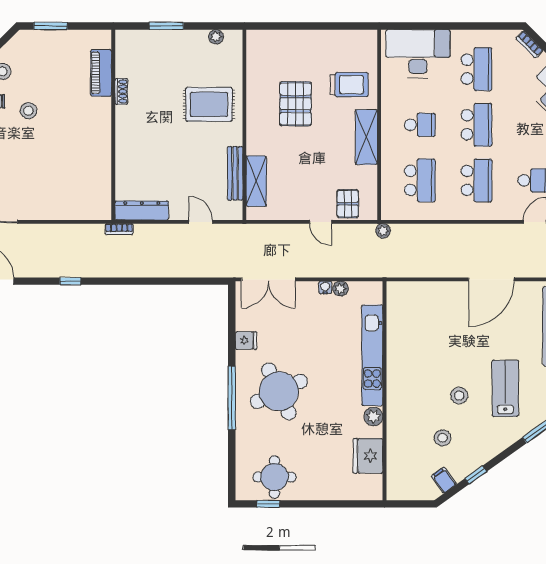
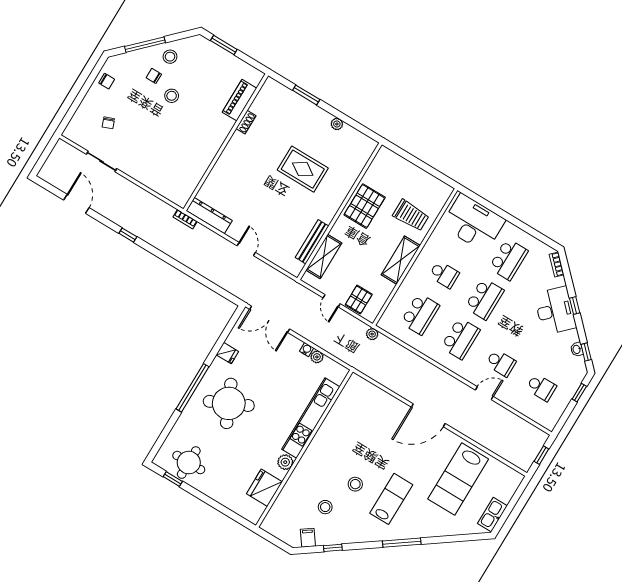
wall: (244, 125) -> (340, 211), moved
bench: (235, 173) -> (312, 242), moved
shelving: (256, 181) -> (324, 257), moved

